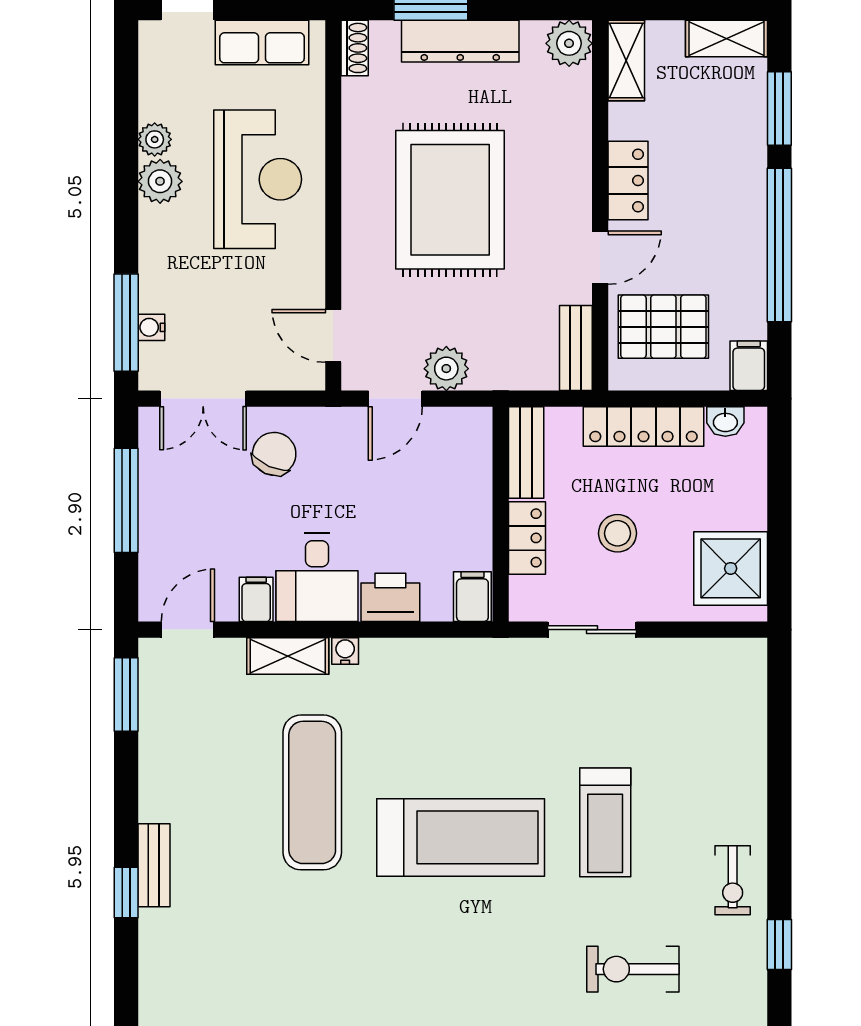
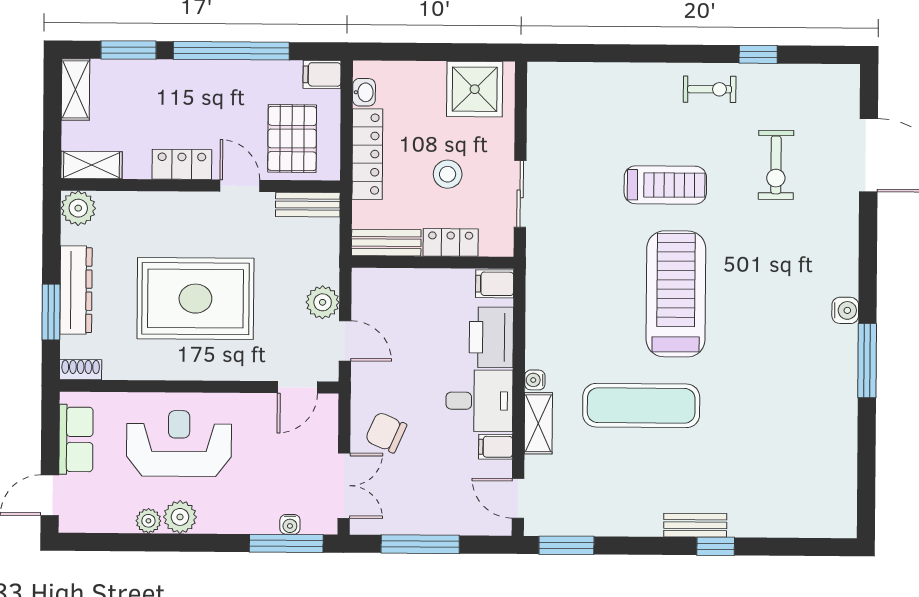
printer: (390, 597) -> (491, 337), width x1.37, depth x1.19

